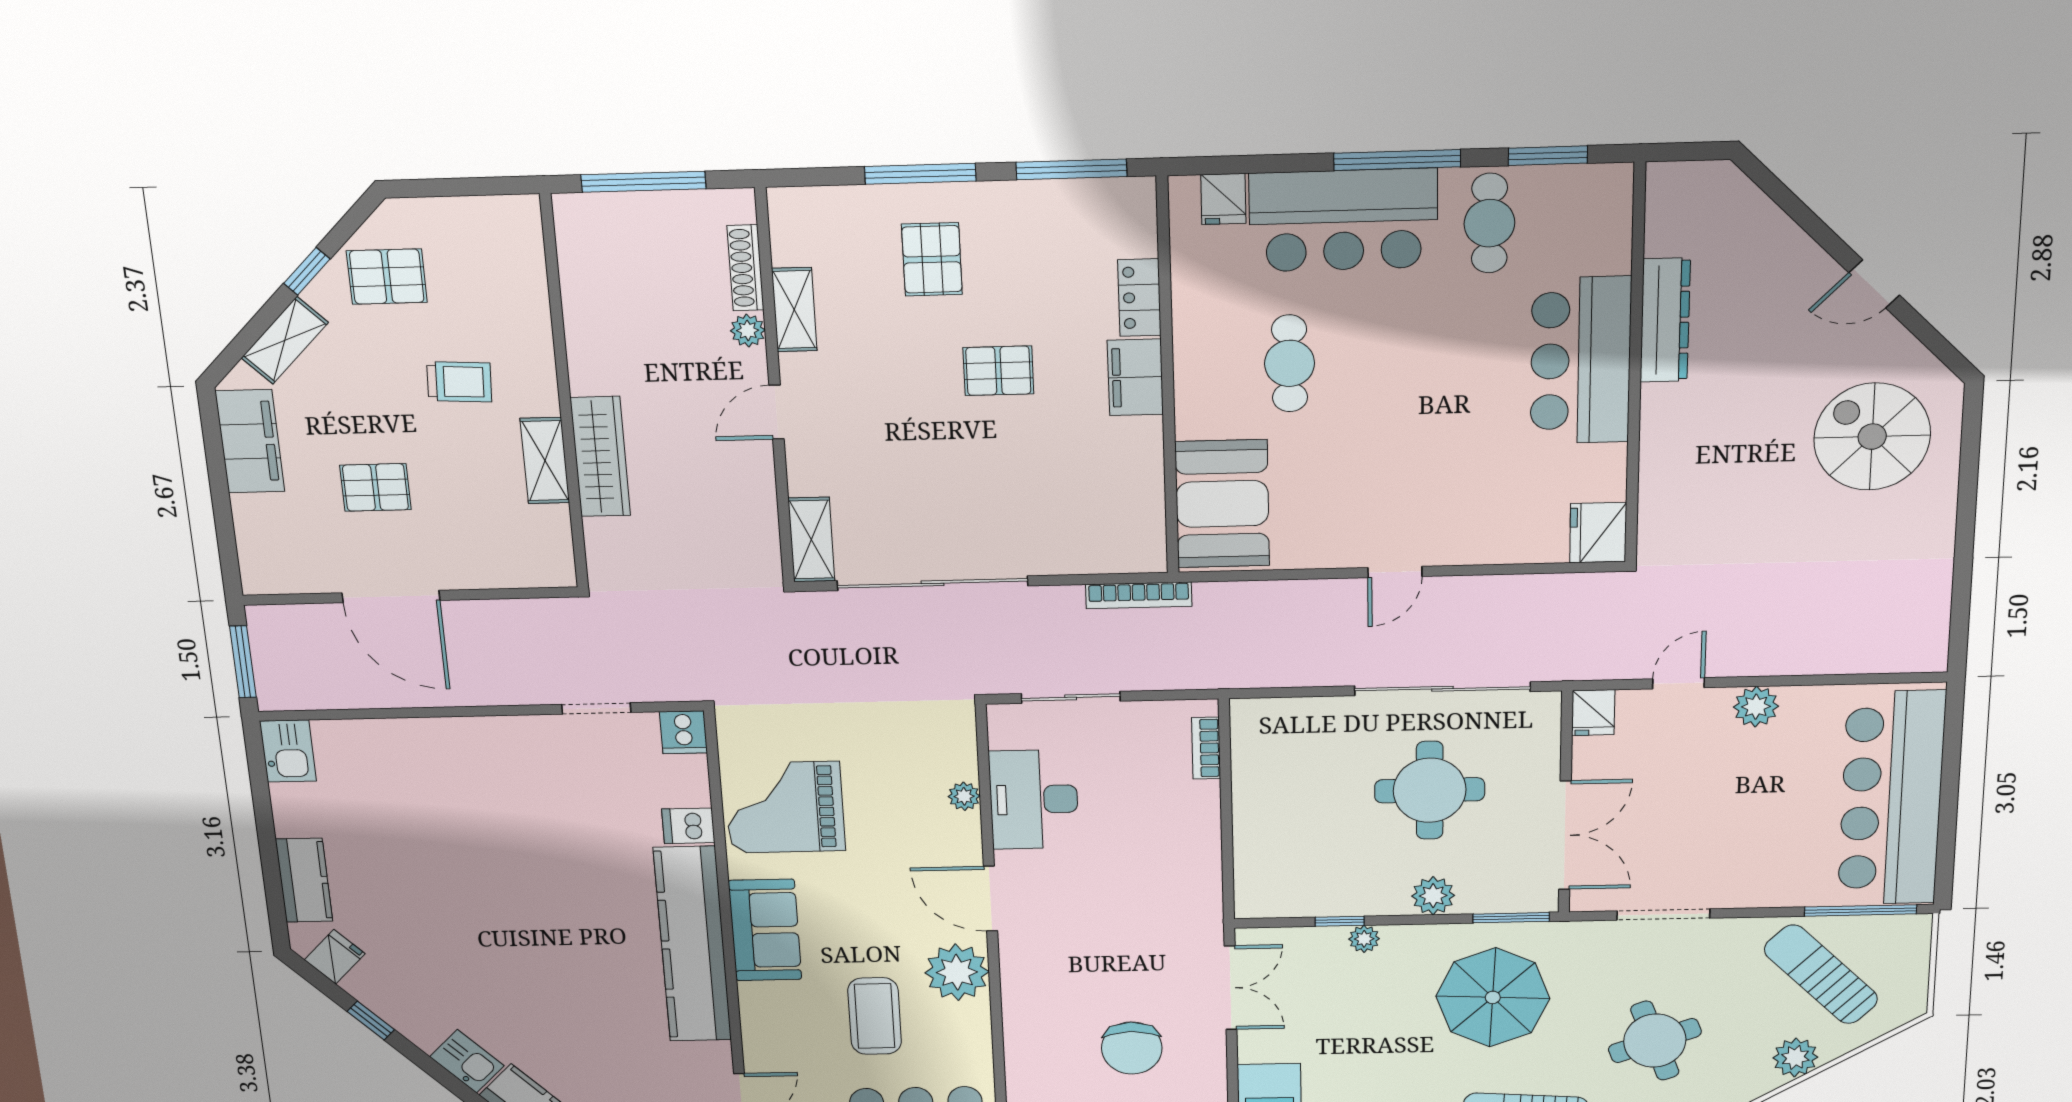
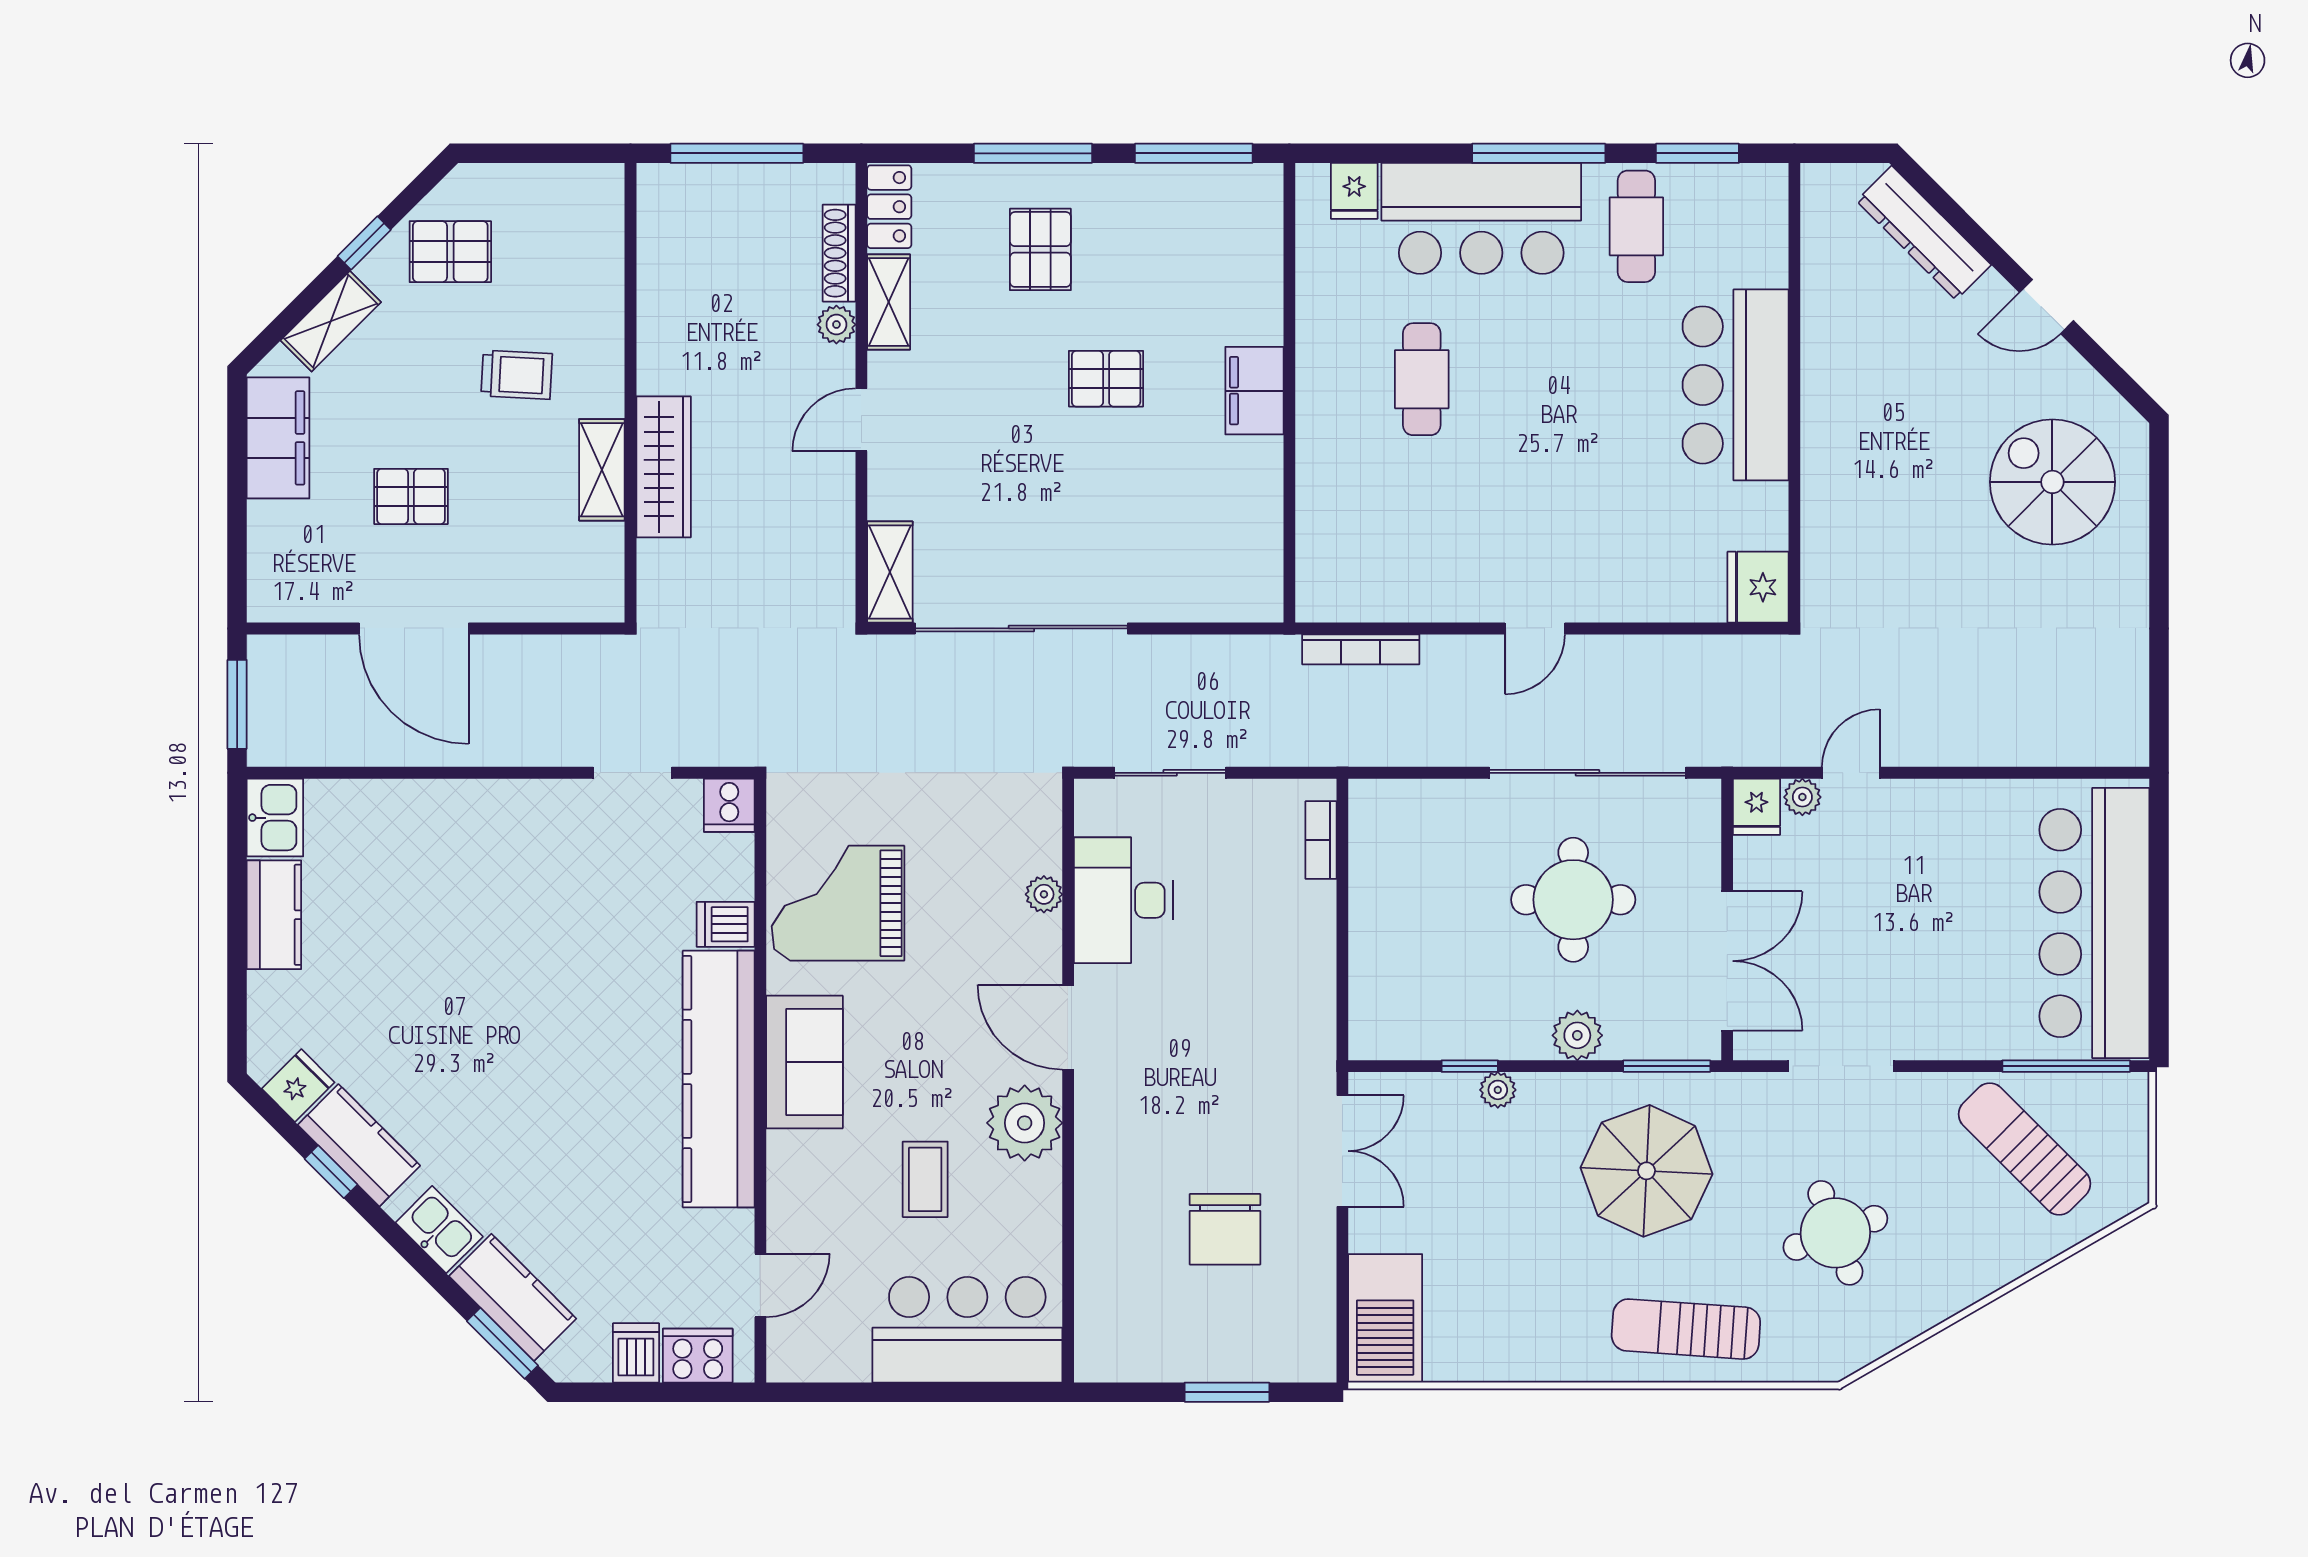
locker: (1139, 298) -> (889, 207), moved, turned 180
dresser: (1665, 320) -> (1924, 233), moved, turned 135
booth: (1222, 504) -> (1346, 542), removed
bookcase: (1139, 595) -> (1361, 649), moved
plant: (1756, 707) -> (1802, 797), moved, width x0.73, depth x0.73
kitchen counter: (304, 880) -> (274, 915), moved
kitchen counter: (392, 1000) -> (359, 1145), added
coffee table: (875, 1016) -> (925, 1179), width x0.73, depth x0.77
plant: (1795, 1057) -> (1999, 1259), removed

